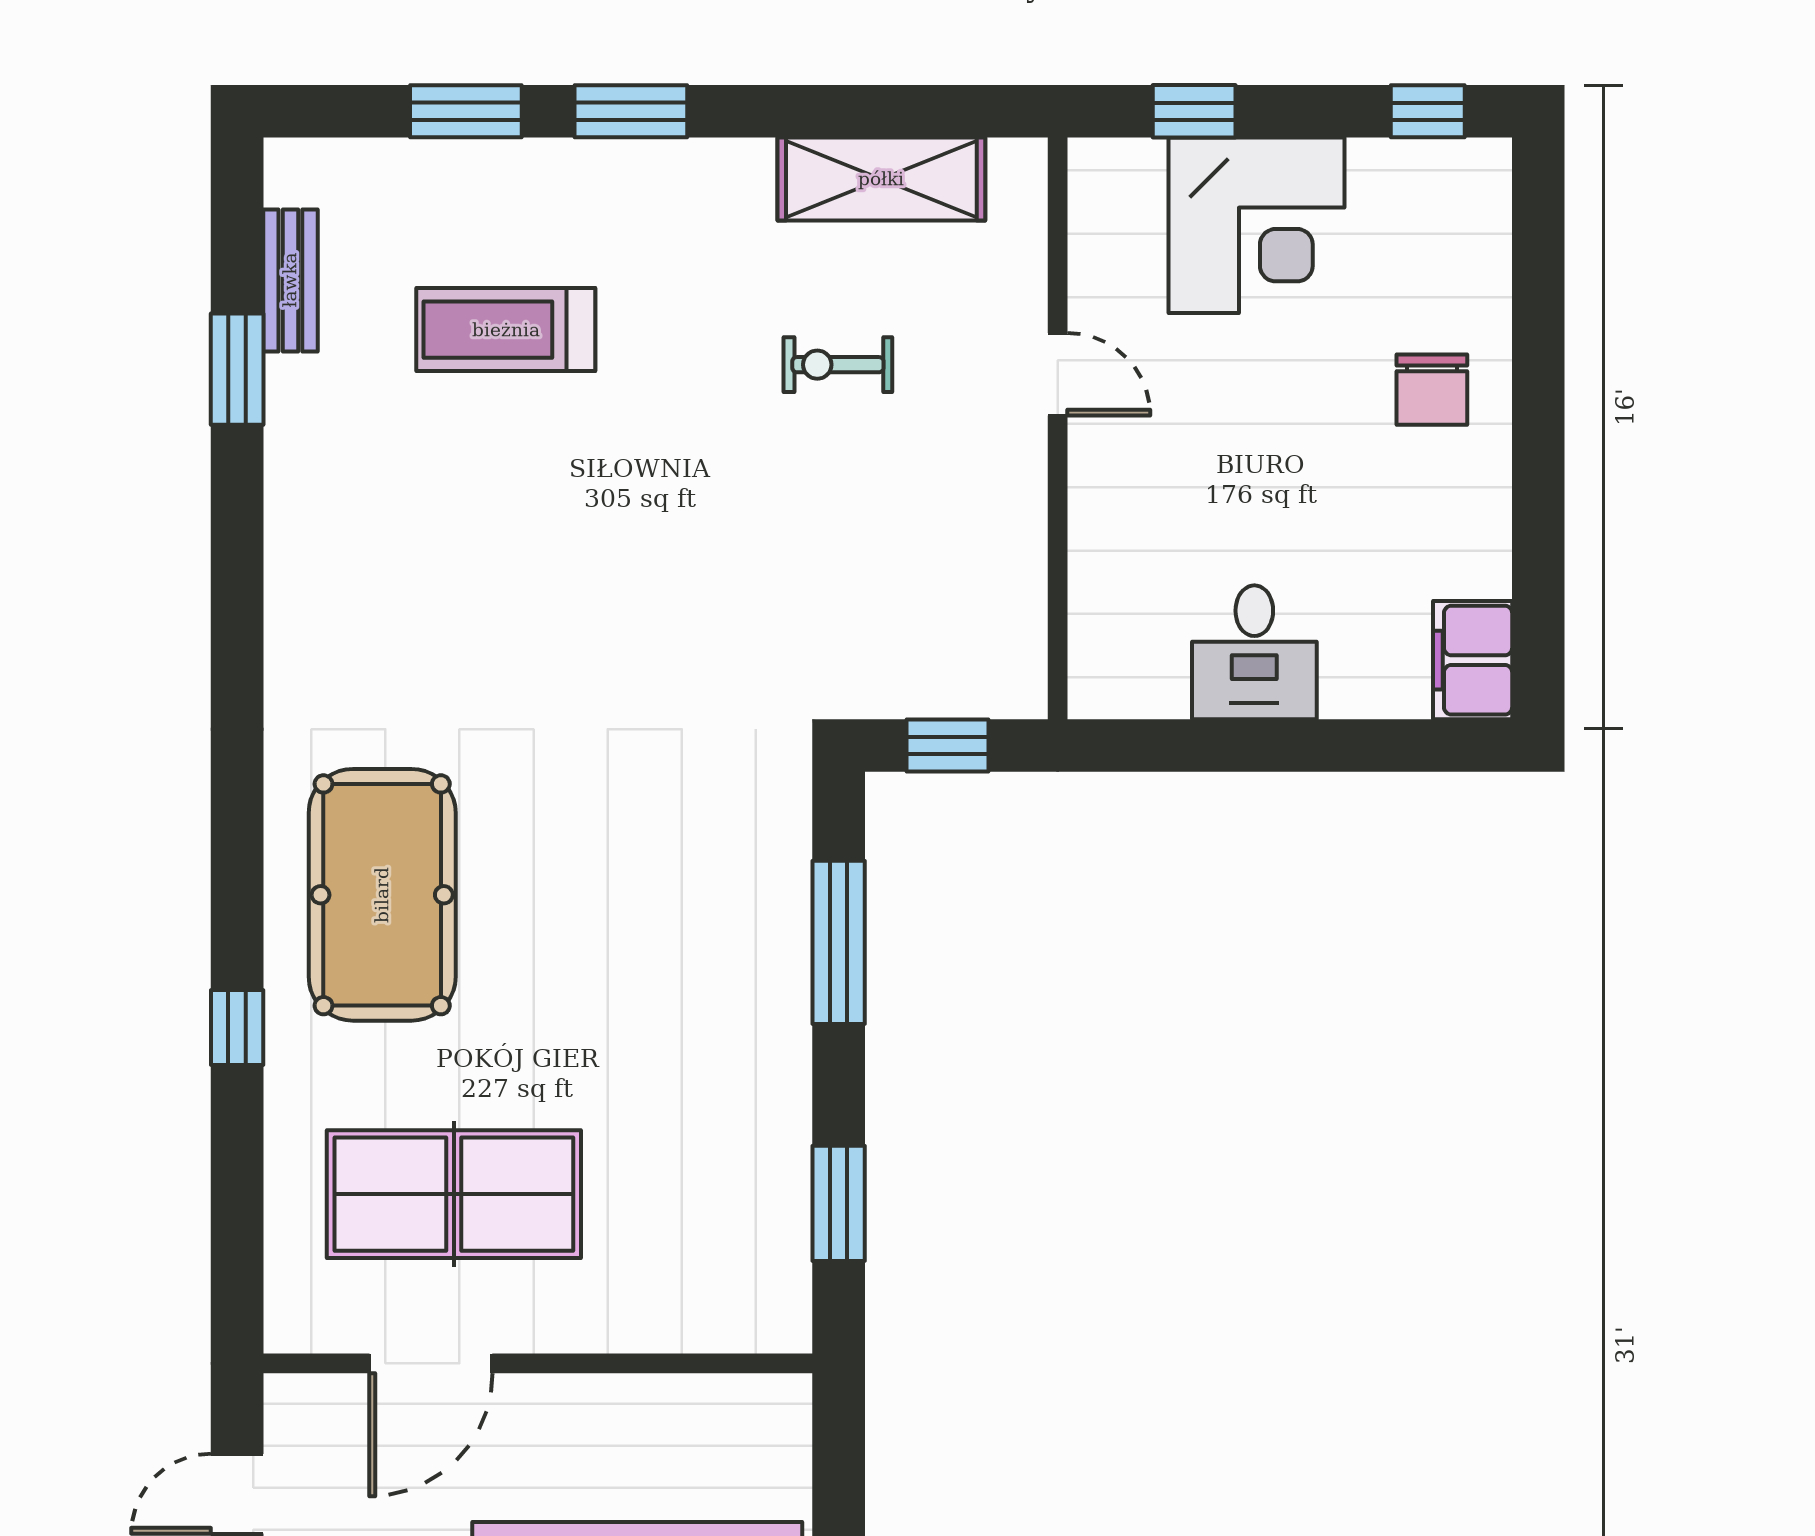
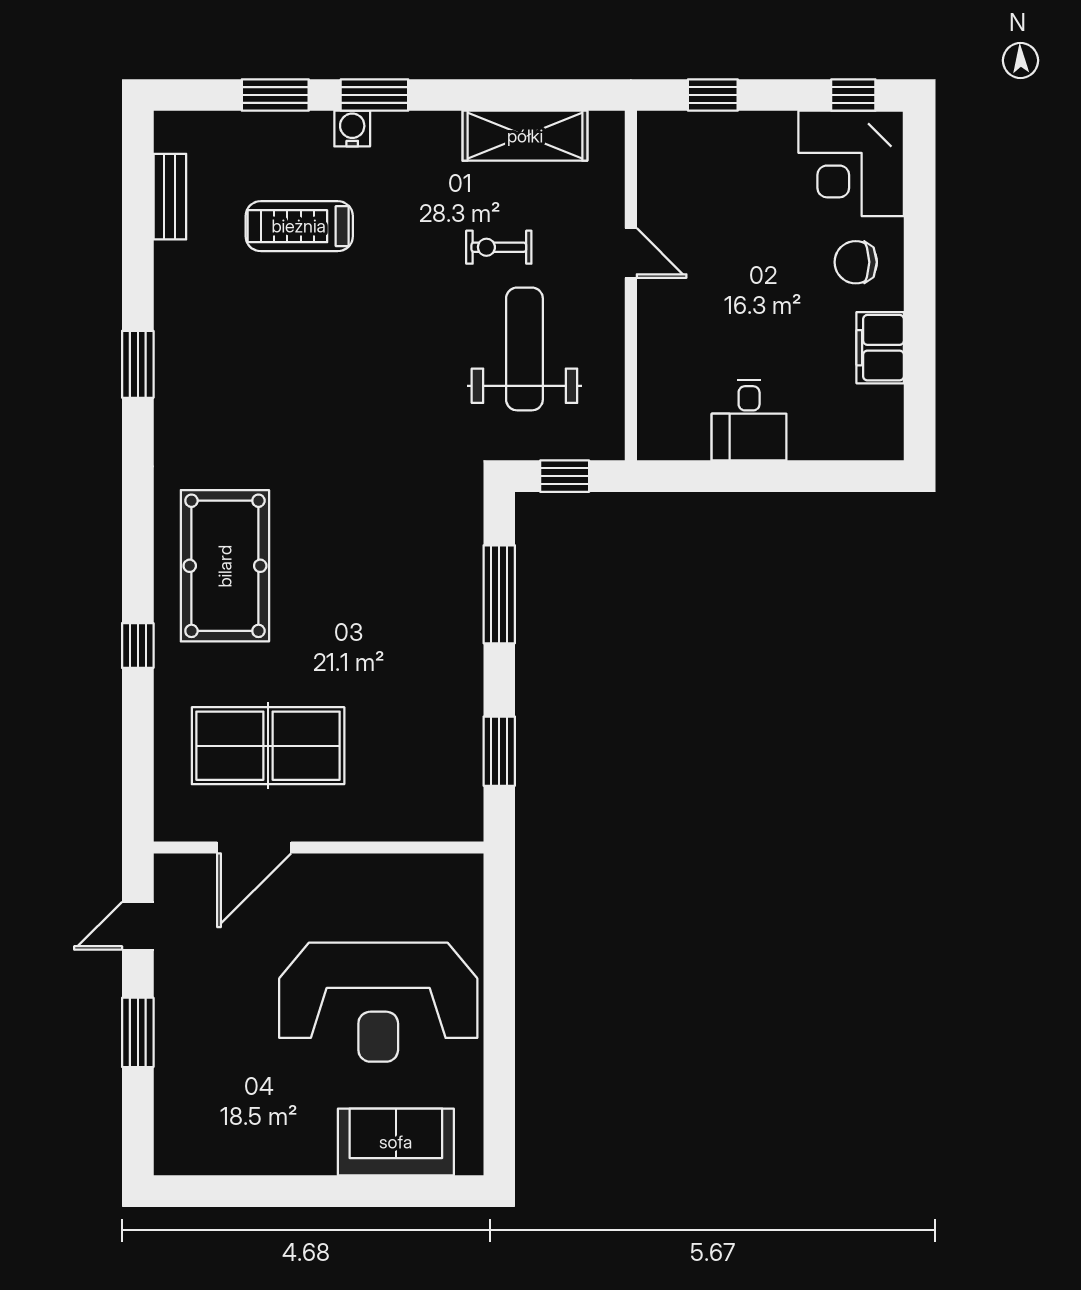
water cooler: (594, 167) -> (352, 129), added
corner desk: (1256, 225) -> (851, 163), moved, turned 90
window: (237, 369) -> (138, 364), moved
chair: (1432, 390) -> (856, 262), turned 90
weight bench: (881, 534) -> (524, 349), added
filing cabinet: (1473, 660) -> (880, 348), moved

